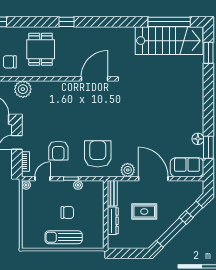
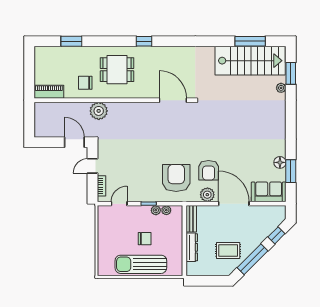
window: (169, 22) -> (250, 41), width x0.68
dining table: (41, 49) -> (117, 70), turned 90
plant: (199, 67) -> (281, 88), added
door: (94, 79) -> (173, 100), hinge flipped
armchair: (58, 151) -> (209, 170), moved
plant: (26, 185) -> (166, 210), moved
rug: (144, 211) -> (228, 250), moved
sun lounger: (64, 237) -> (141, 264), width x1.36, depth x1.34

